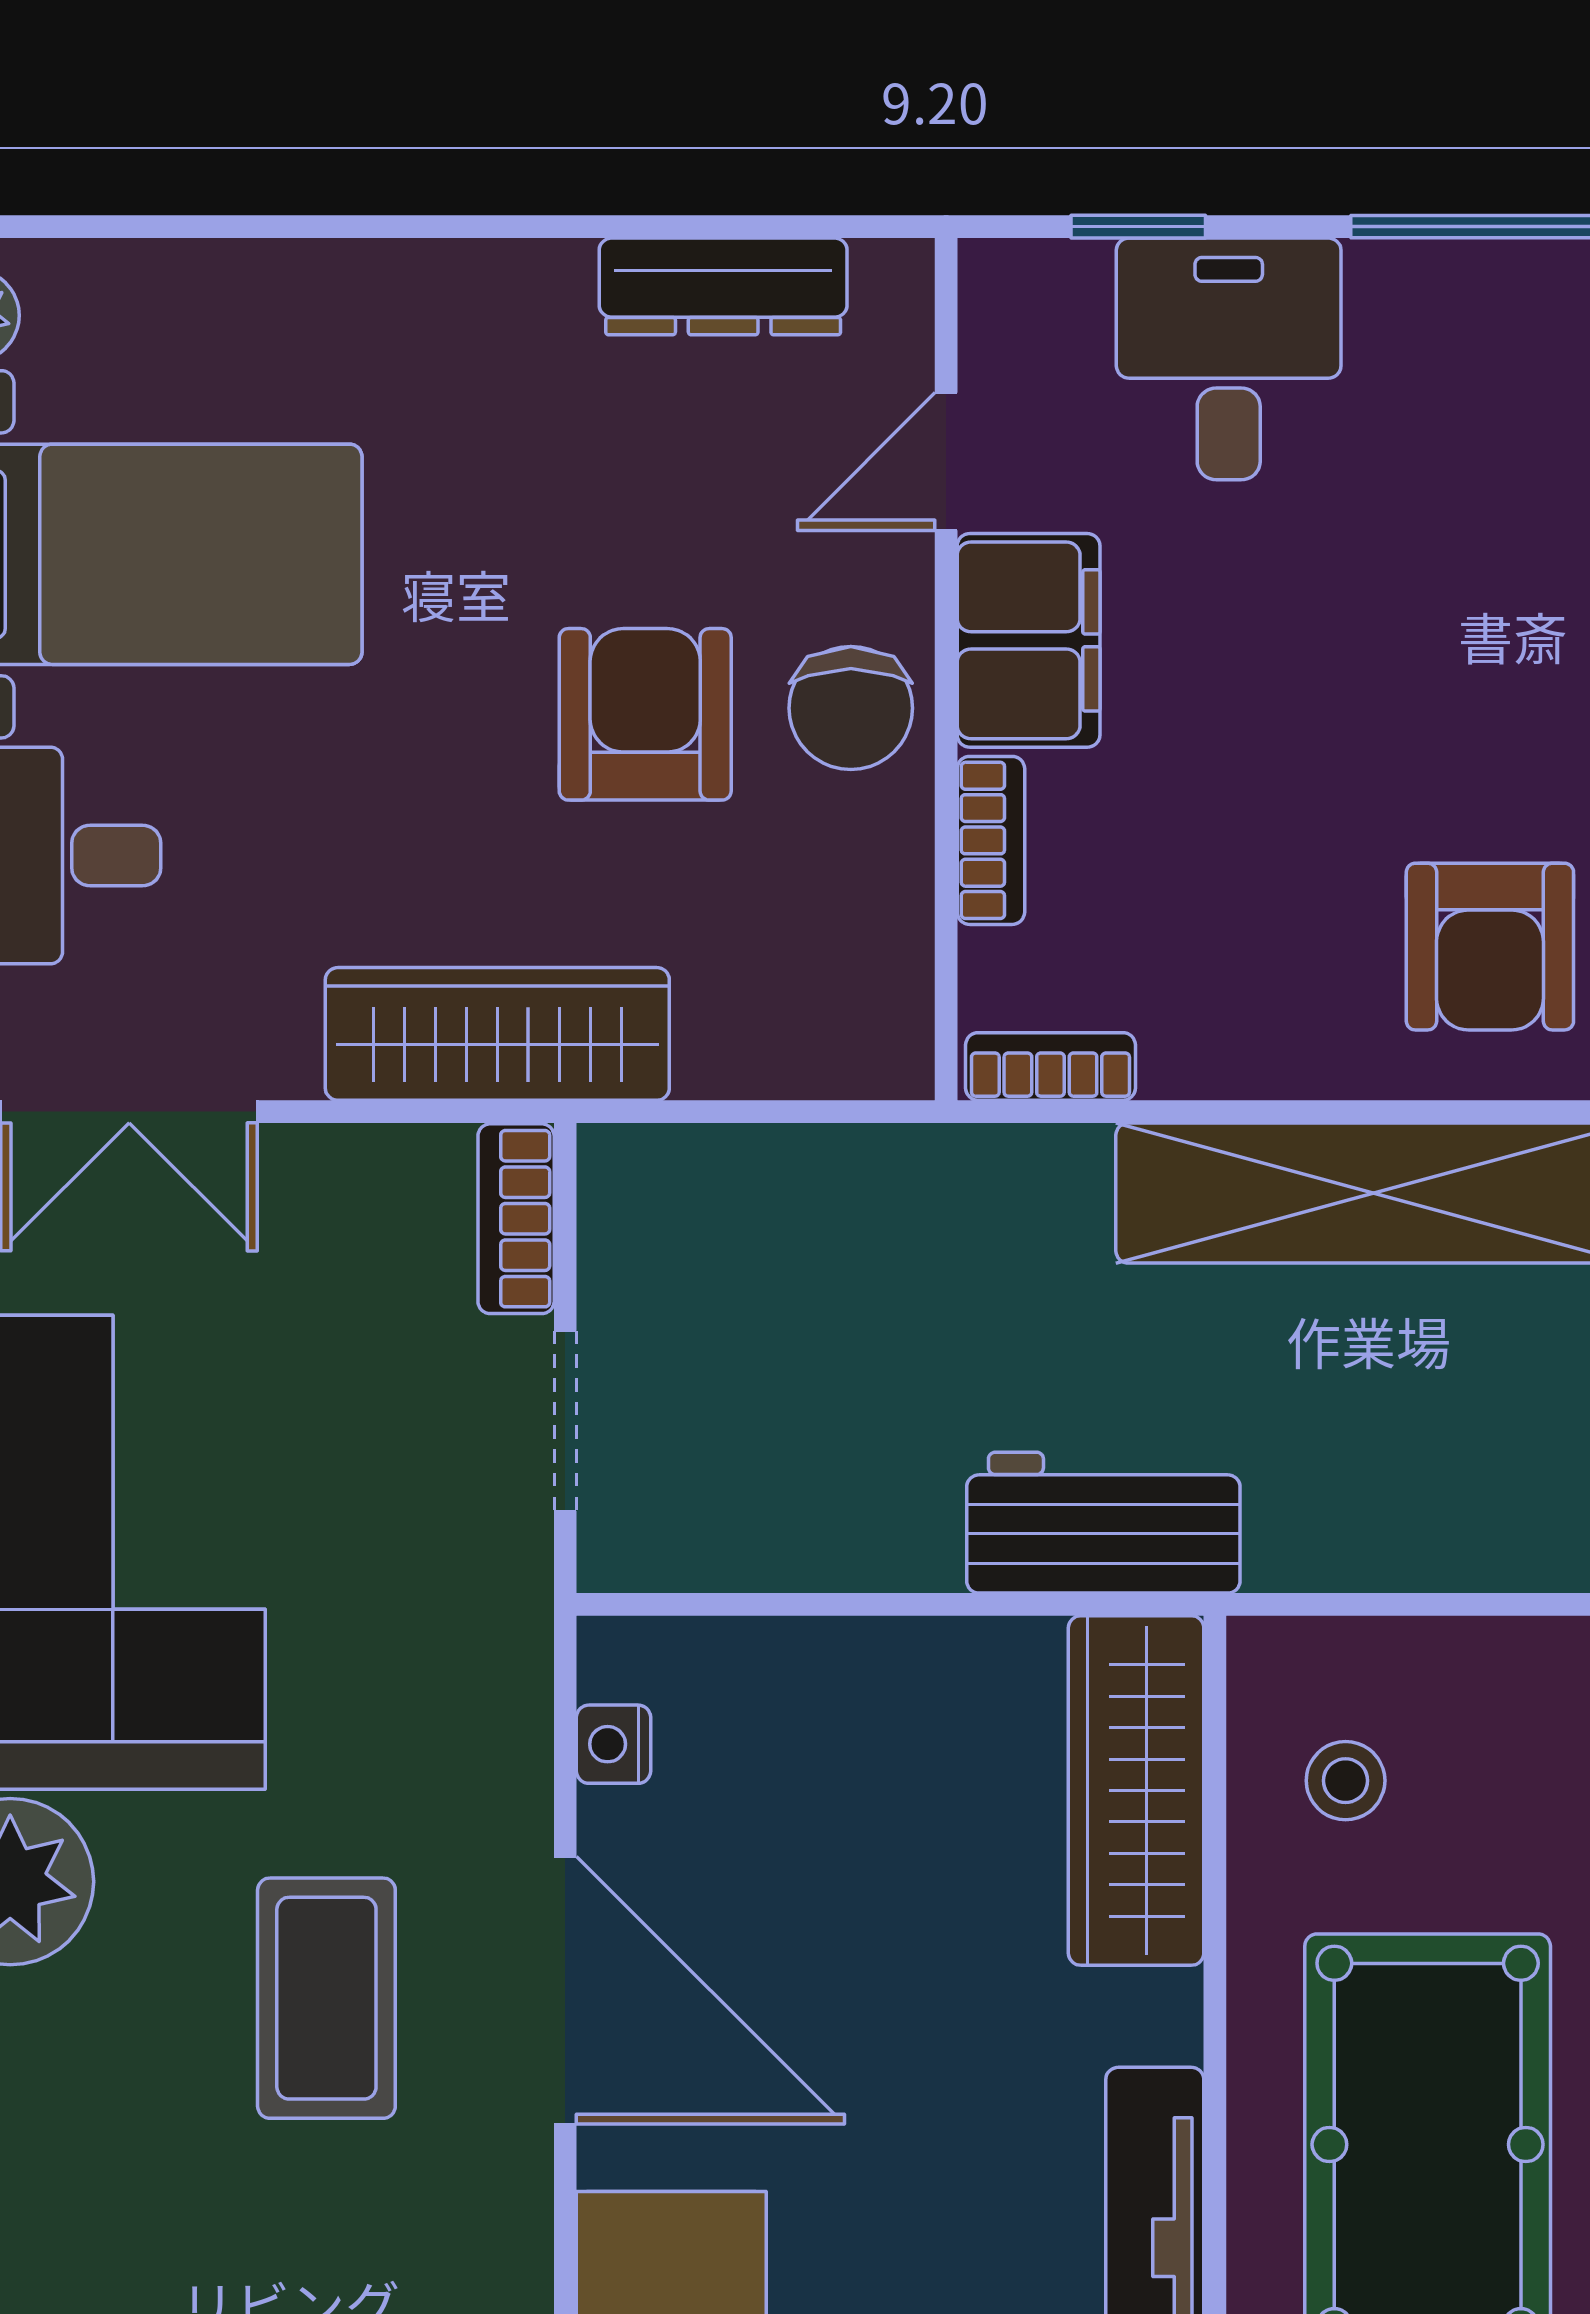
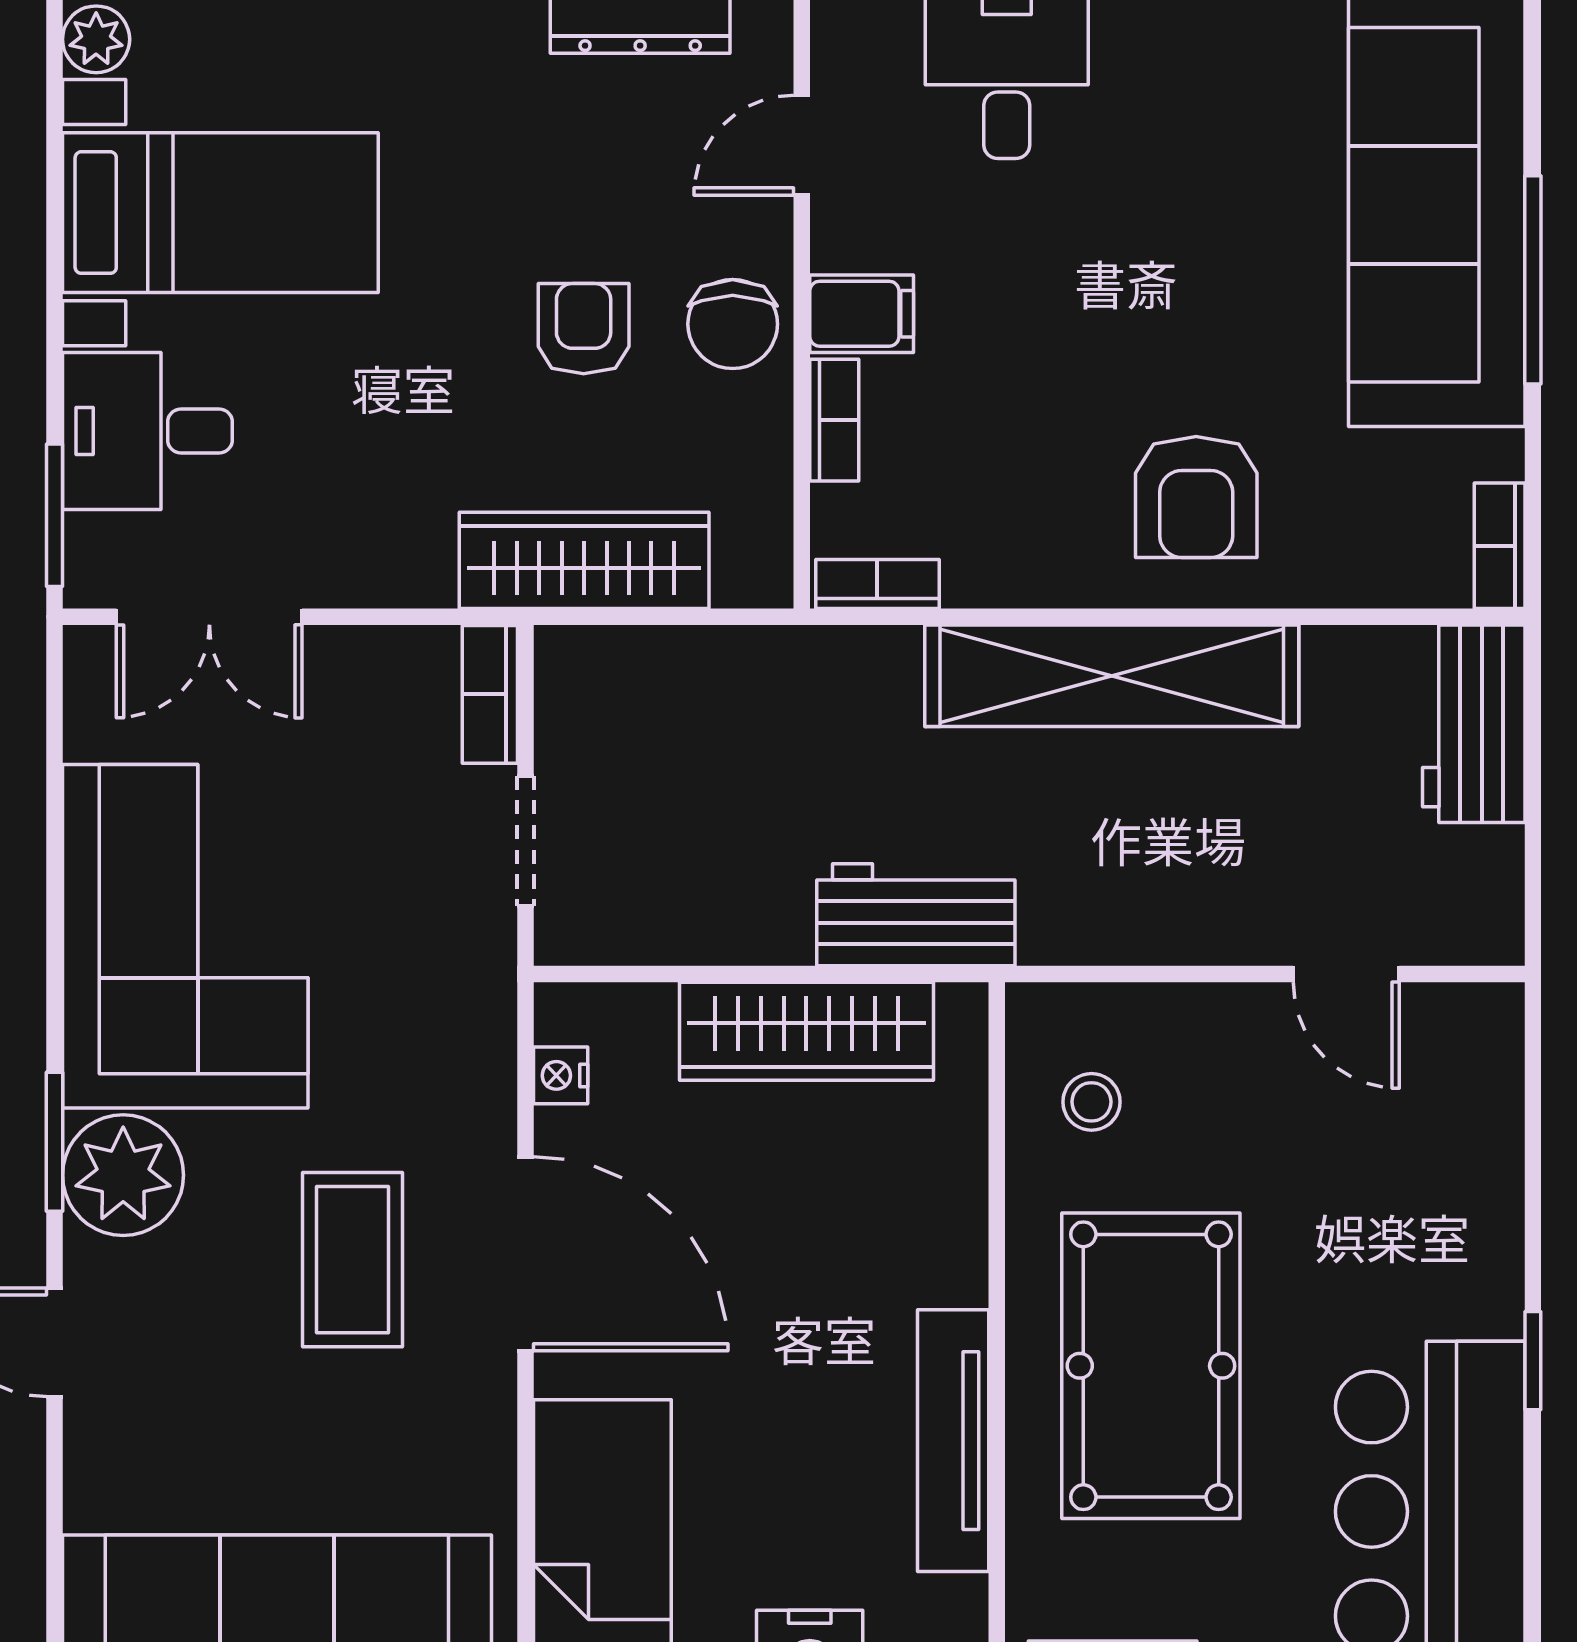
filing cabinet: (1029, 640) -> (862, 314), width x0.50
armchair: (645, 714) -> (584, 329), width x0.72, depth x0.72
wardrobe: (497, 1034) -> (584, 560), moved
wardrobe: (1136, 1791) -> (806, 1031), moved, turned -90

